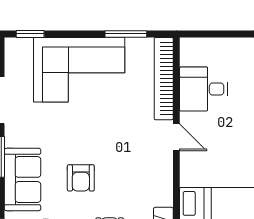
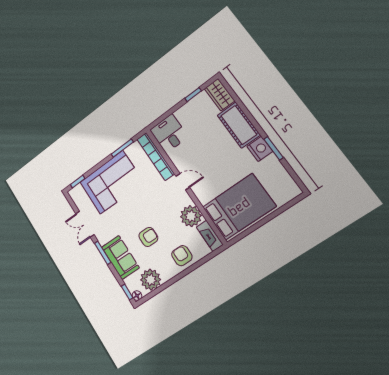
desk: (204, 89) -> (169, 133), moved, turned 90
armchair: (81, 178) -> (148, 237), turned -90
plant: (156, 189) -> (191, 216), added

